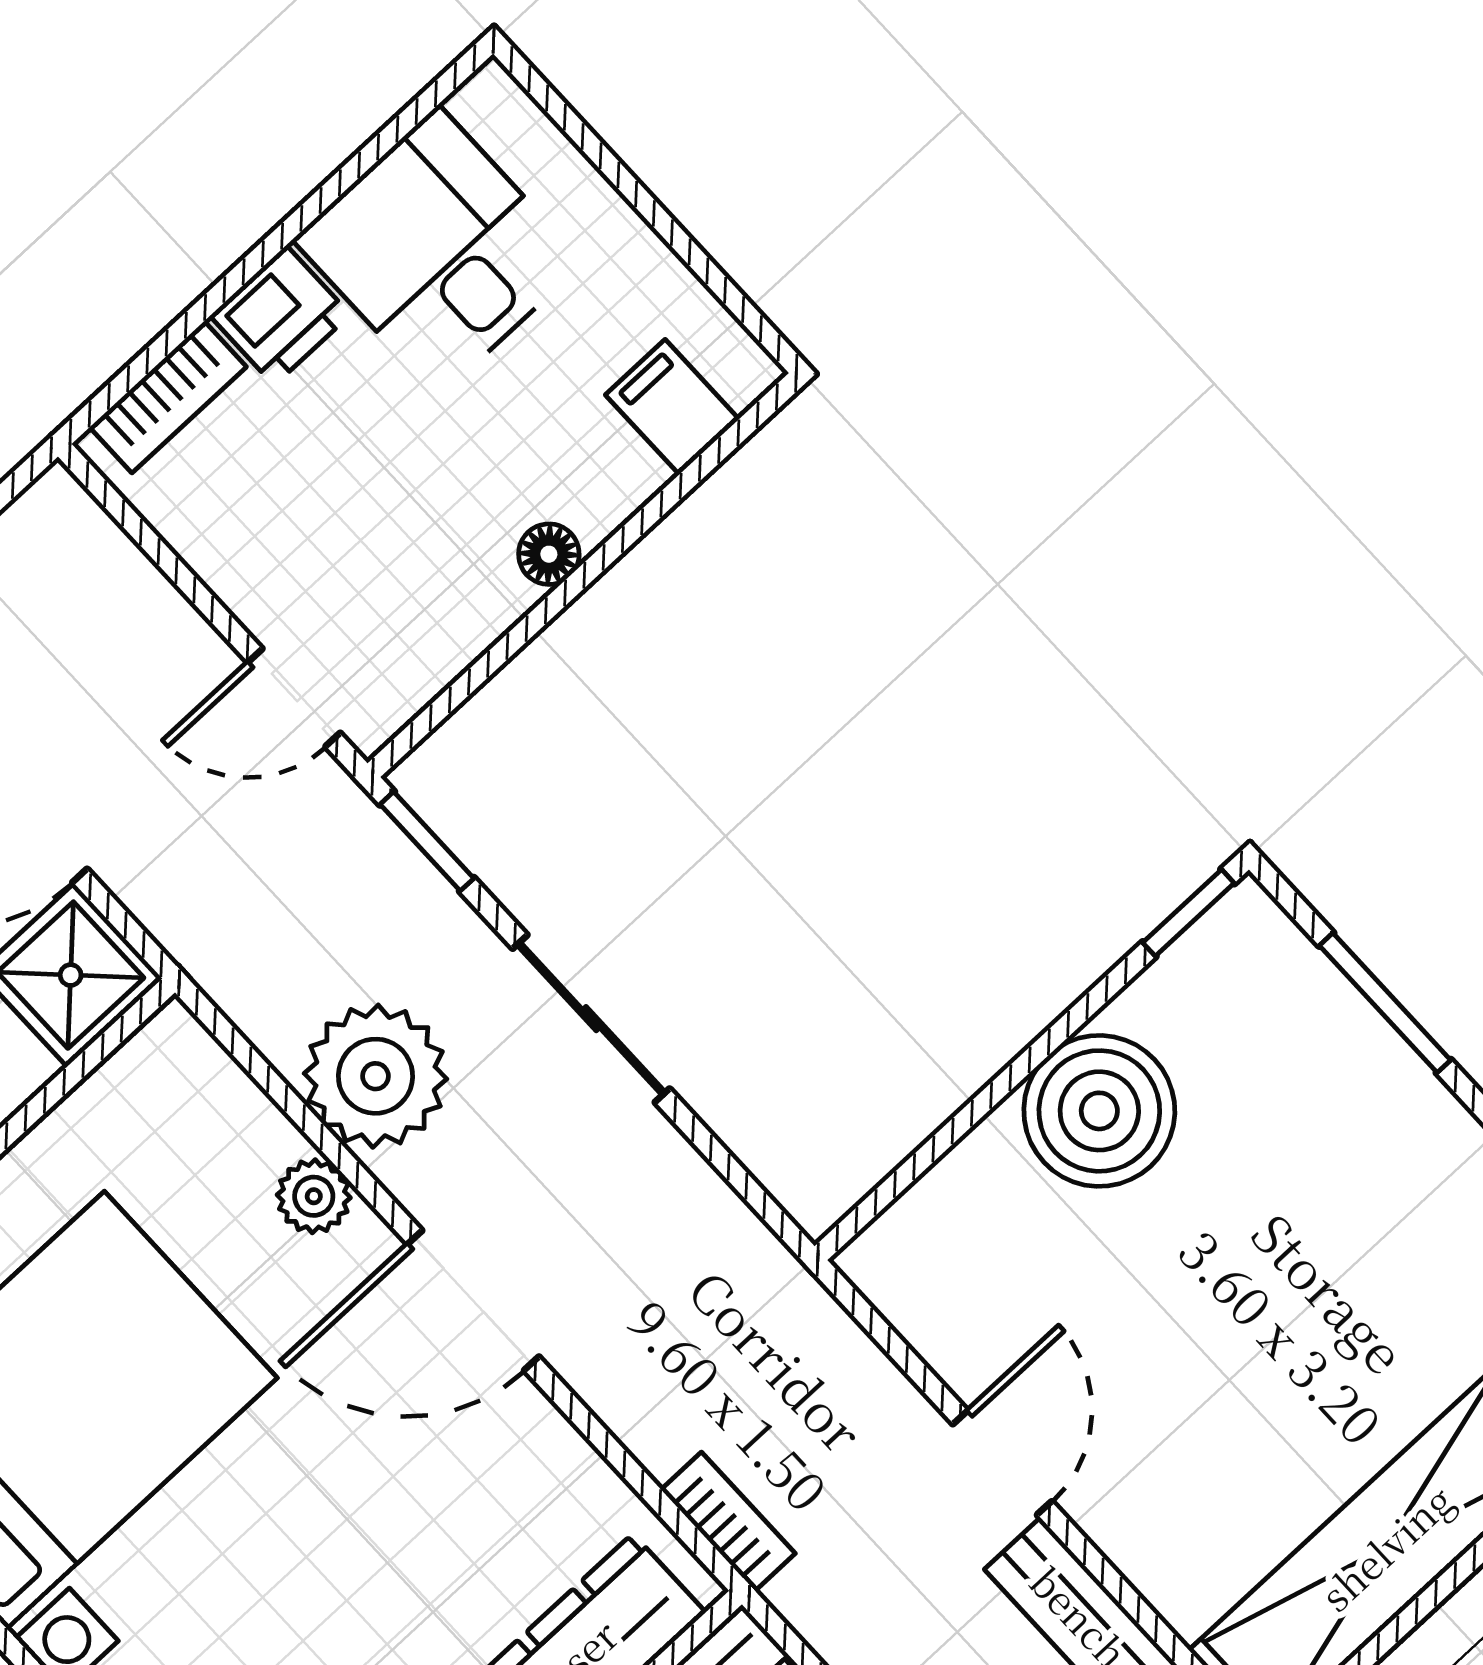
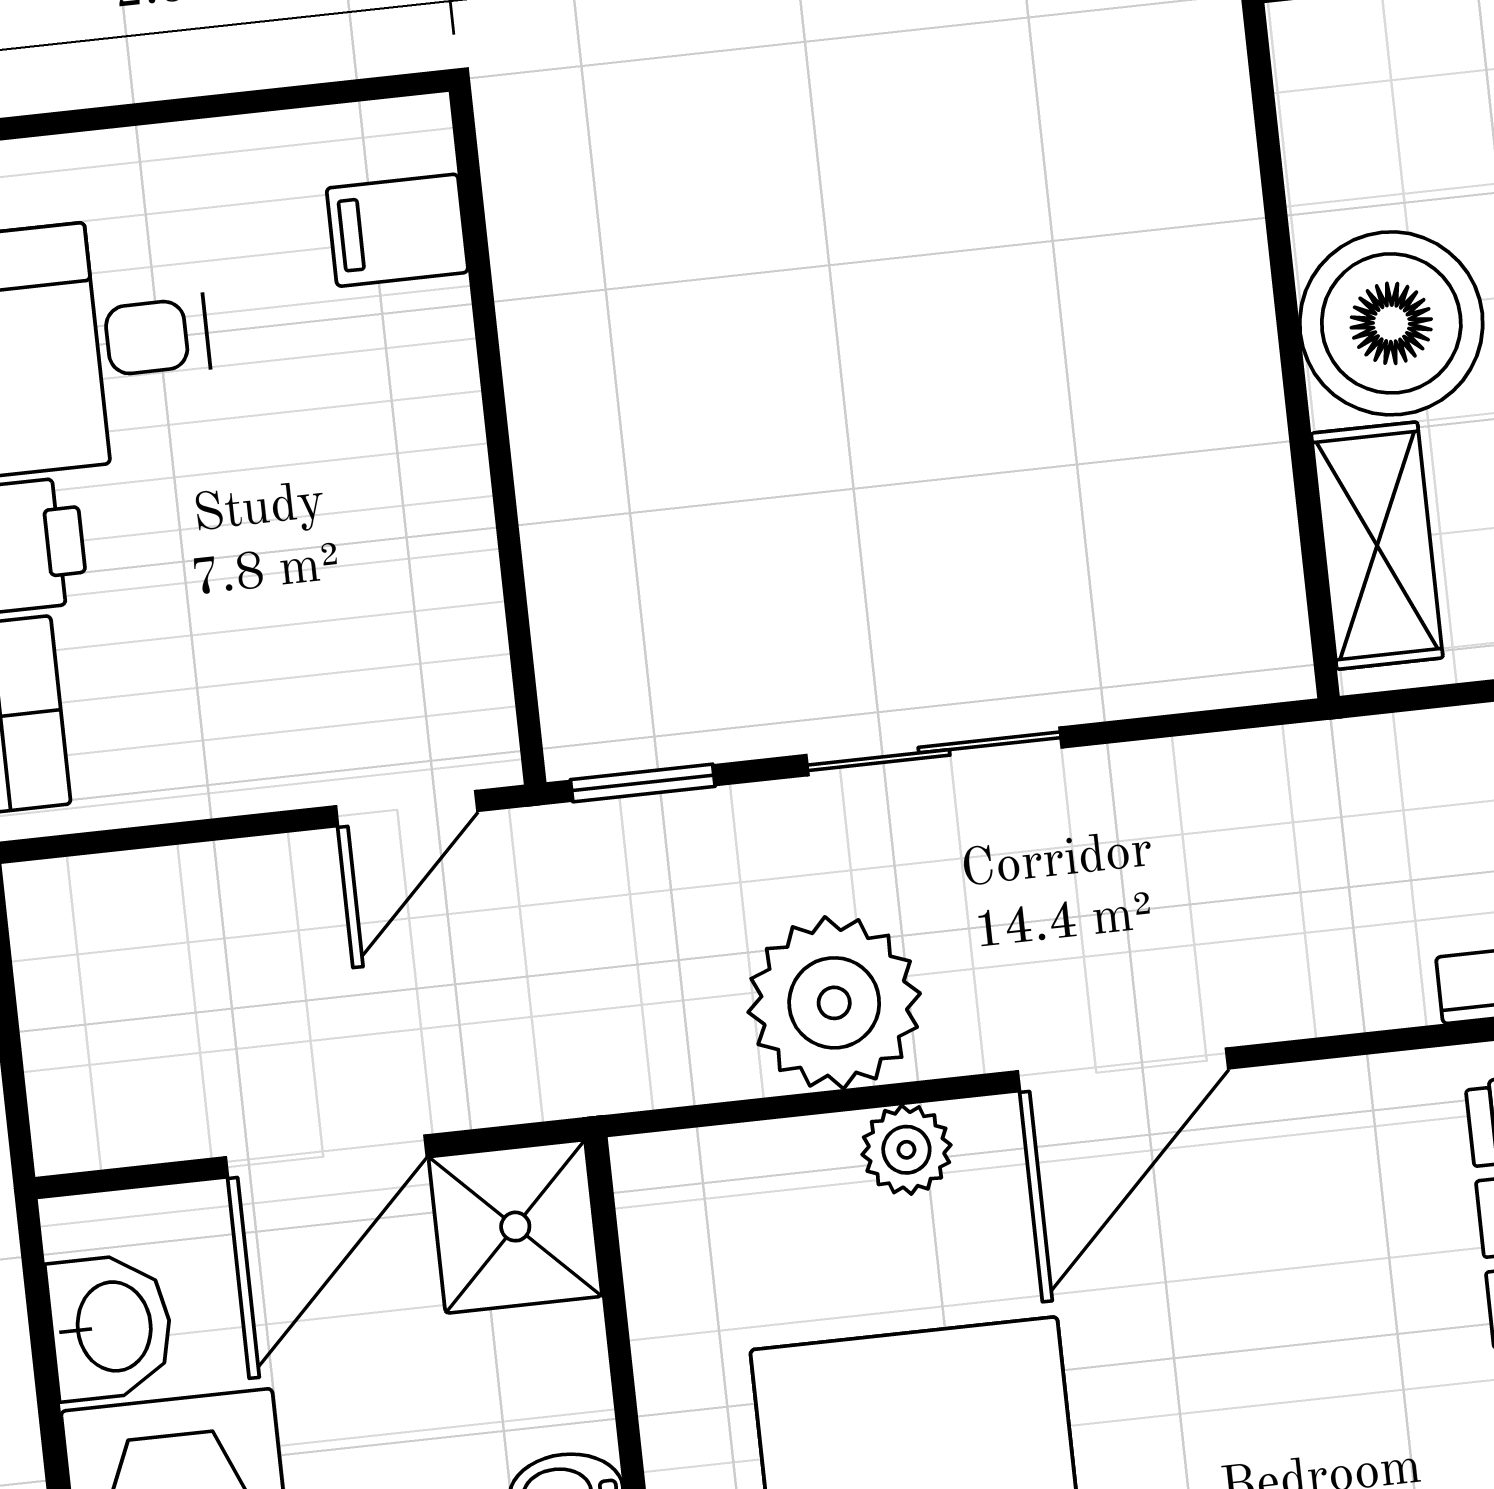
floor lamp: (549, 554) -> (451, 457), removed
window: (1188, 913) -> (1263, 93), removed
shelving: (945, 1211) -> (1377, 546), added

